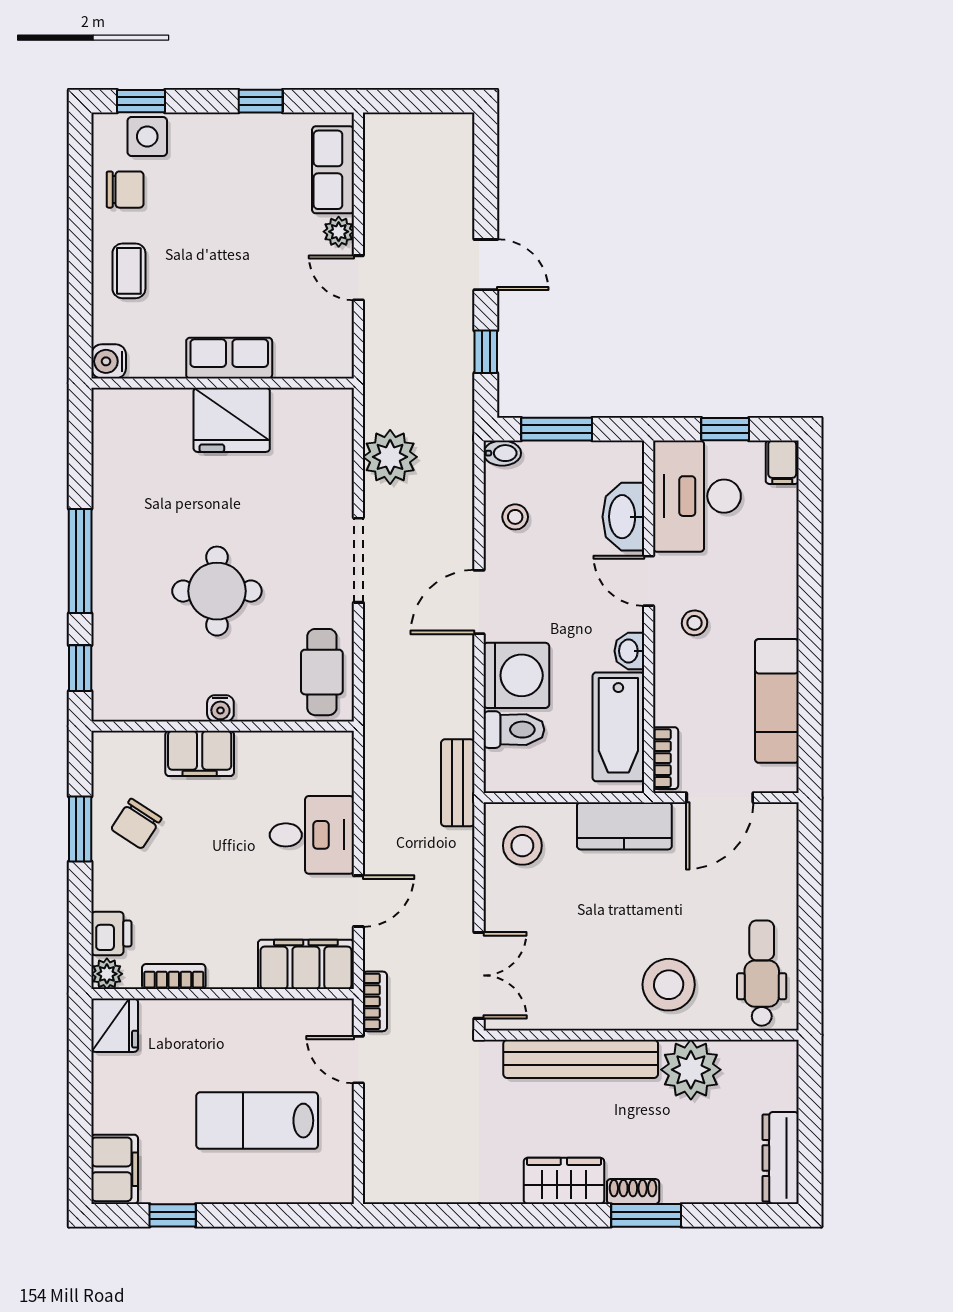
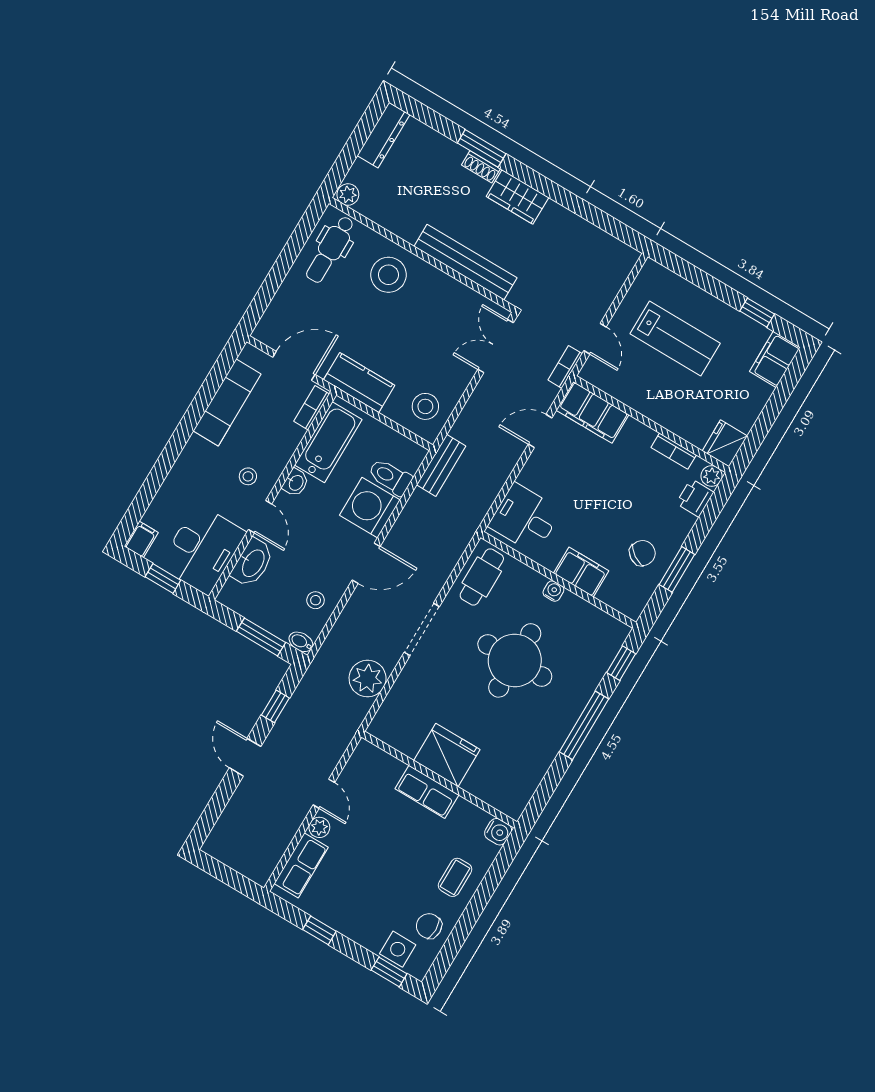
round table: (217, 591) -> (515, 660), width x1.36, depth x1.36
desk: (312, 835) -> (525, 518), moved
plant: (691, 1070) -> (348, 195), moved, width x0.53, depth x0.53

